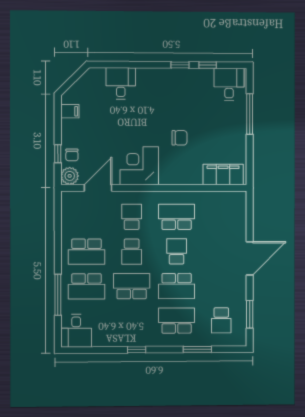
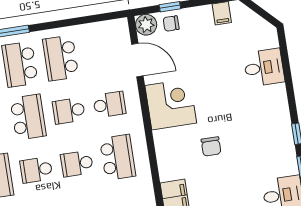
school desk: (177, 251) -> (77, 164), turned 180
school desk: (177, 286) -> (36, 170), width x0.54

